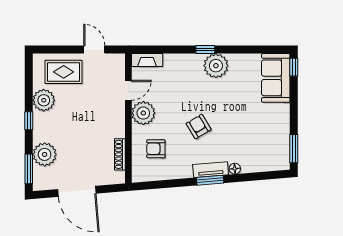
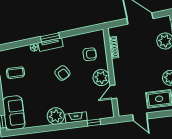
window: (205, 49) -> (94, 123), moved
fireplace: (147, 60) -> (76, 117), moved
coffee table: (266, 136) -> (15, 73), added

